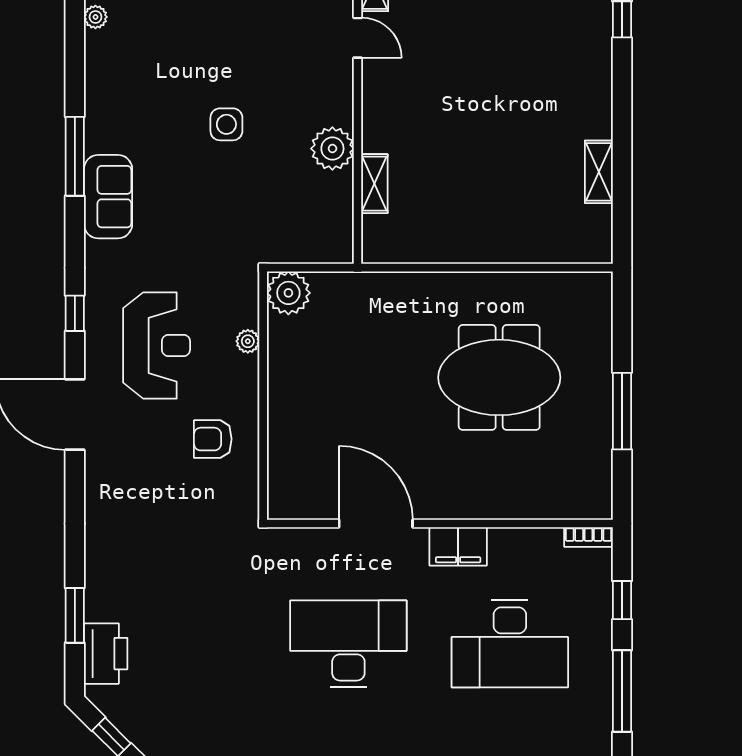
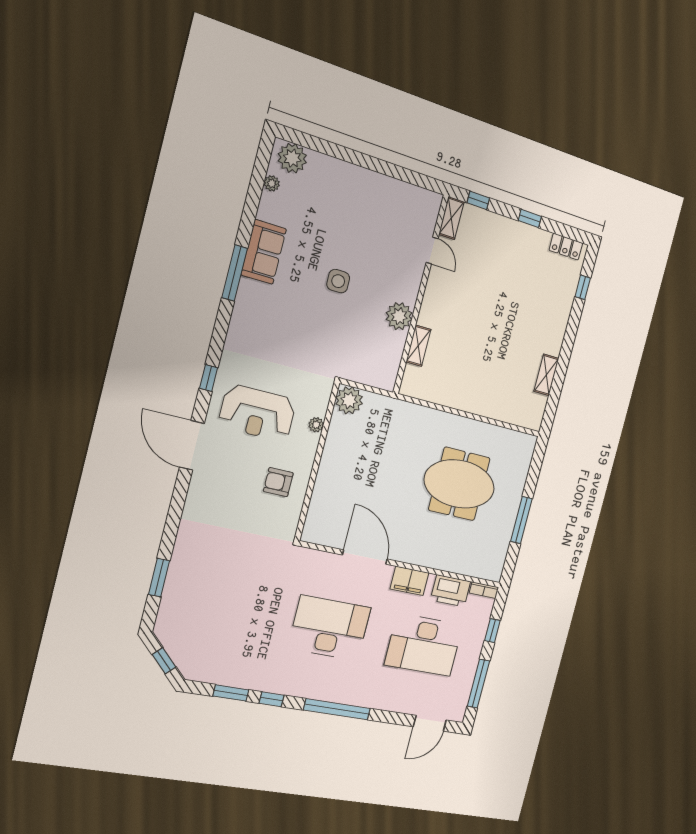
sofa: (108, 197) -> (264, 252), moved
reception desk: (157, 345) -> (257, 413), turned 90
printer: (106, 654) -> (451, 591), moved, turned 90

